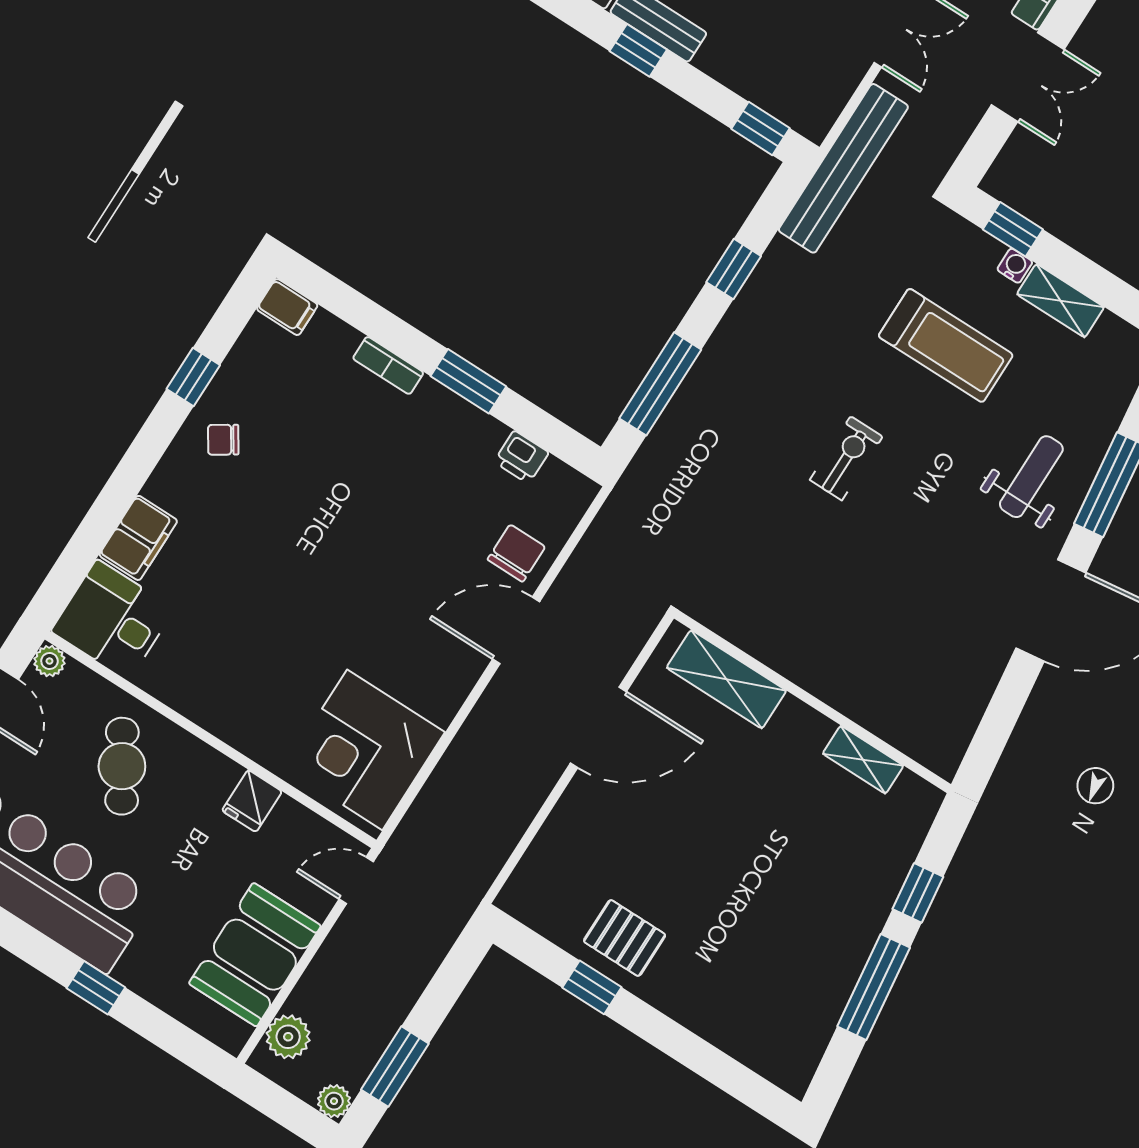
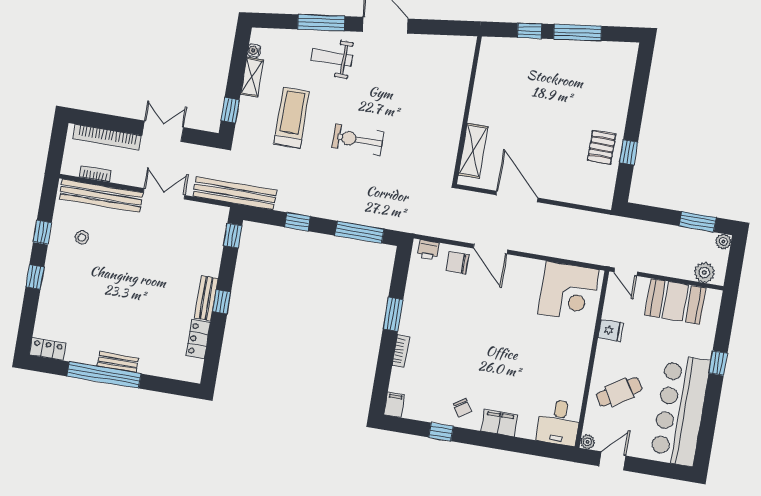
water cooler: (1015, 266) -> (254, 51), moved
printer: (521, 457) -> (428, 250), moved, turned 90
exercise bike: (846, 458) -> (358, 140), width x1.38, depth x1.39
filing cabinet: (138, 538) -> (499, 423), moved
shelving: (863, 760) -> (483, 78), removed

